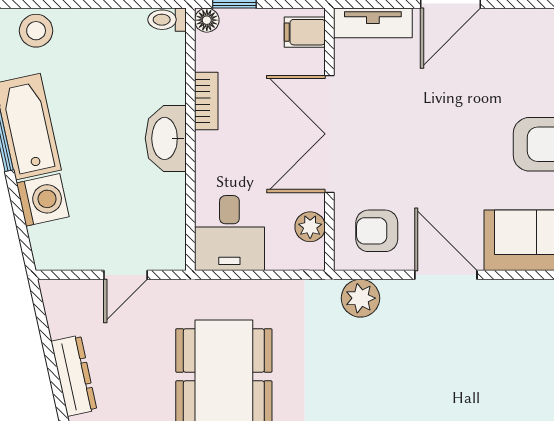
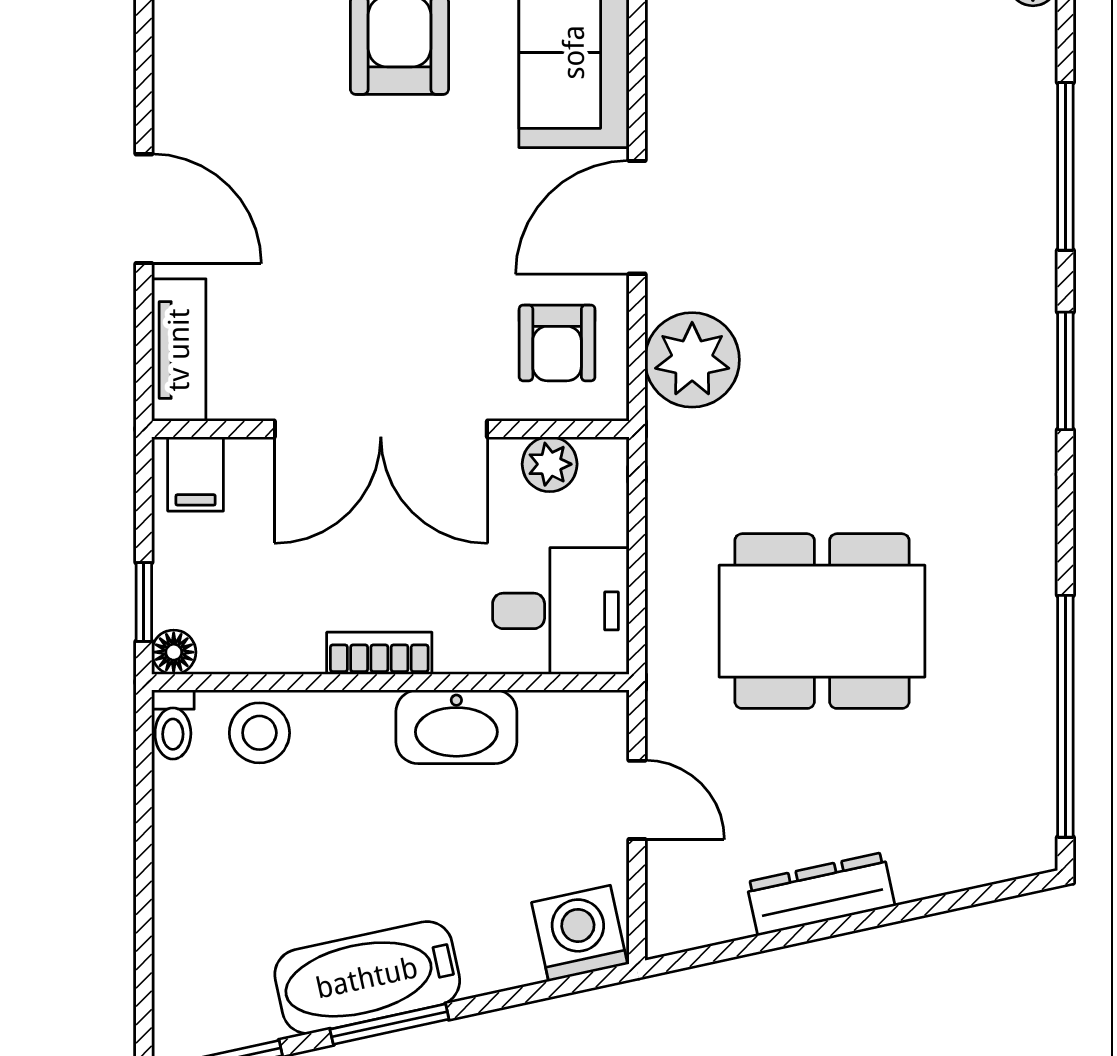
stool: (36, 31) -> (259, 733), moved
bookcase: (206, 101) -> (379, 653), moved
washbasin: (166, 138) -> (456, 727), moved
washing machine: (43, 200) -> (580, 933), moved
plant: (360, 298) -> (692, 360), width x1.36, depth x1.36

